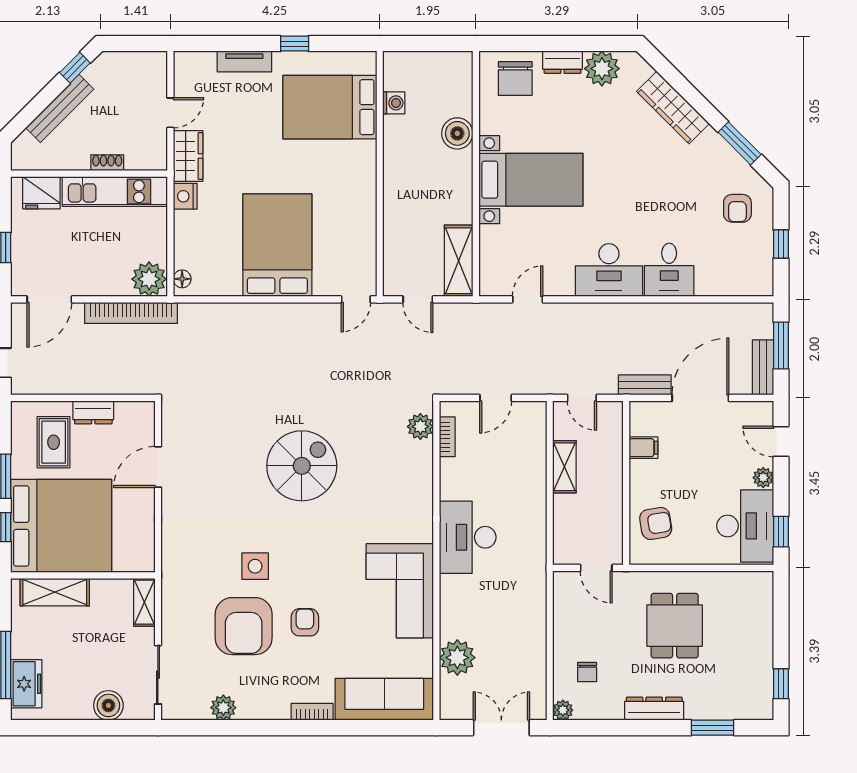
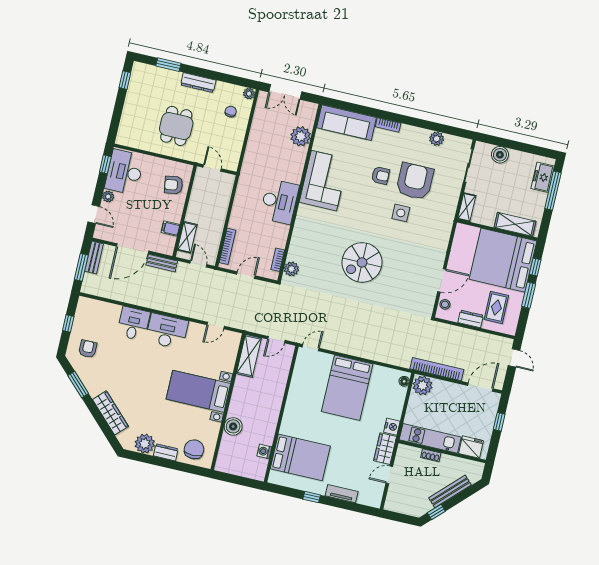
door: (418, 299) -> (276, 340), swing flipped
stool: (143, 427) -> (445, 304), added
bookcase: (539, 440) -> (227, 246), added
shelving: (564, 467) -> (187, 237), moved
armchair: (305, 622) -> (380, 175), turned -90

